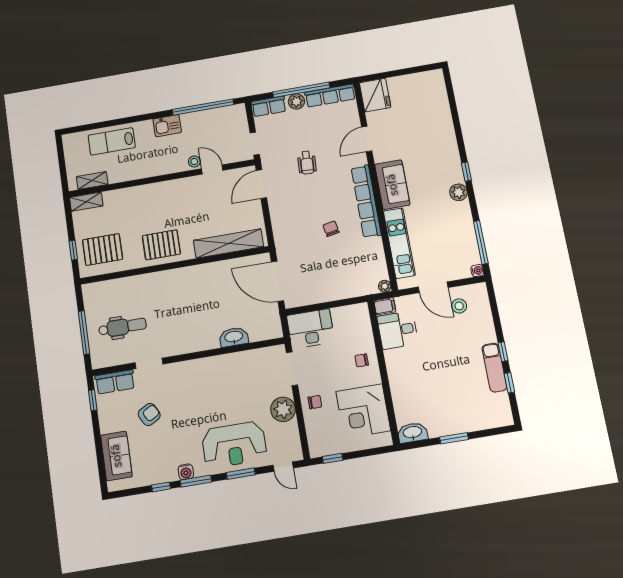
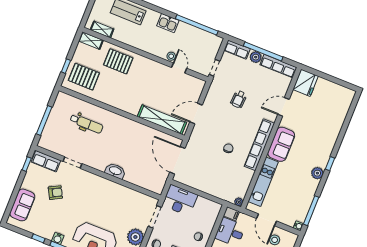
door: (261, 184) -> (196, 113), moved
pallet: (161, 245) -> (118, 61), moved
dental chair: (122, 327) -> (86, 124), moved
washbasin: (234, 337) -> (115, 171), moved

